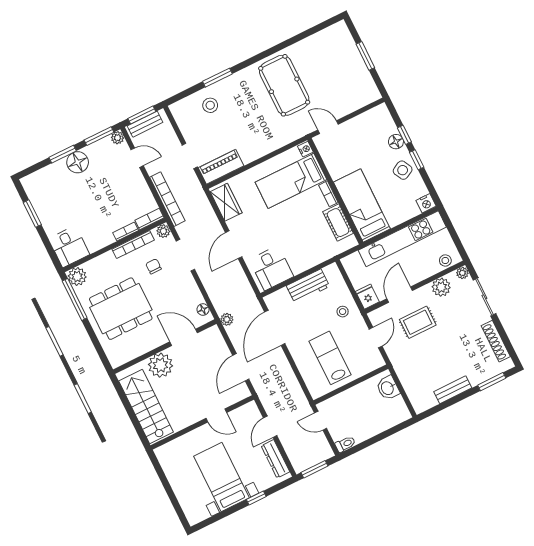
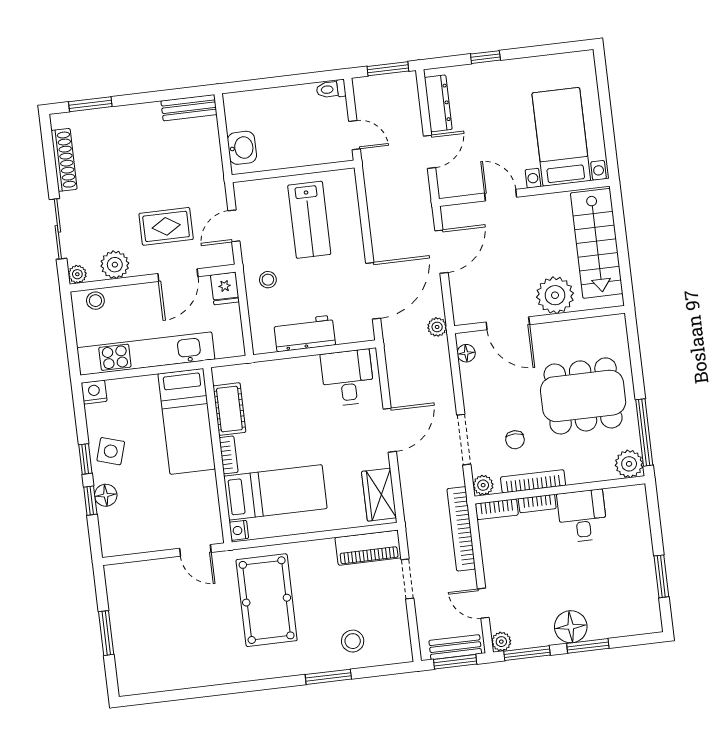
pool table: (284, 85) -> (267, 600), moved
side table: (403, 170) -> (111, 451), turned 45
desk: (69, 247) -> (582, 516), moved
bench: (453, 390) -> (189, 108), moved
bed with nightstands: (221, 477) -> (561, 137), moved, turned 180

